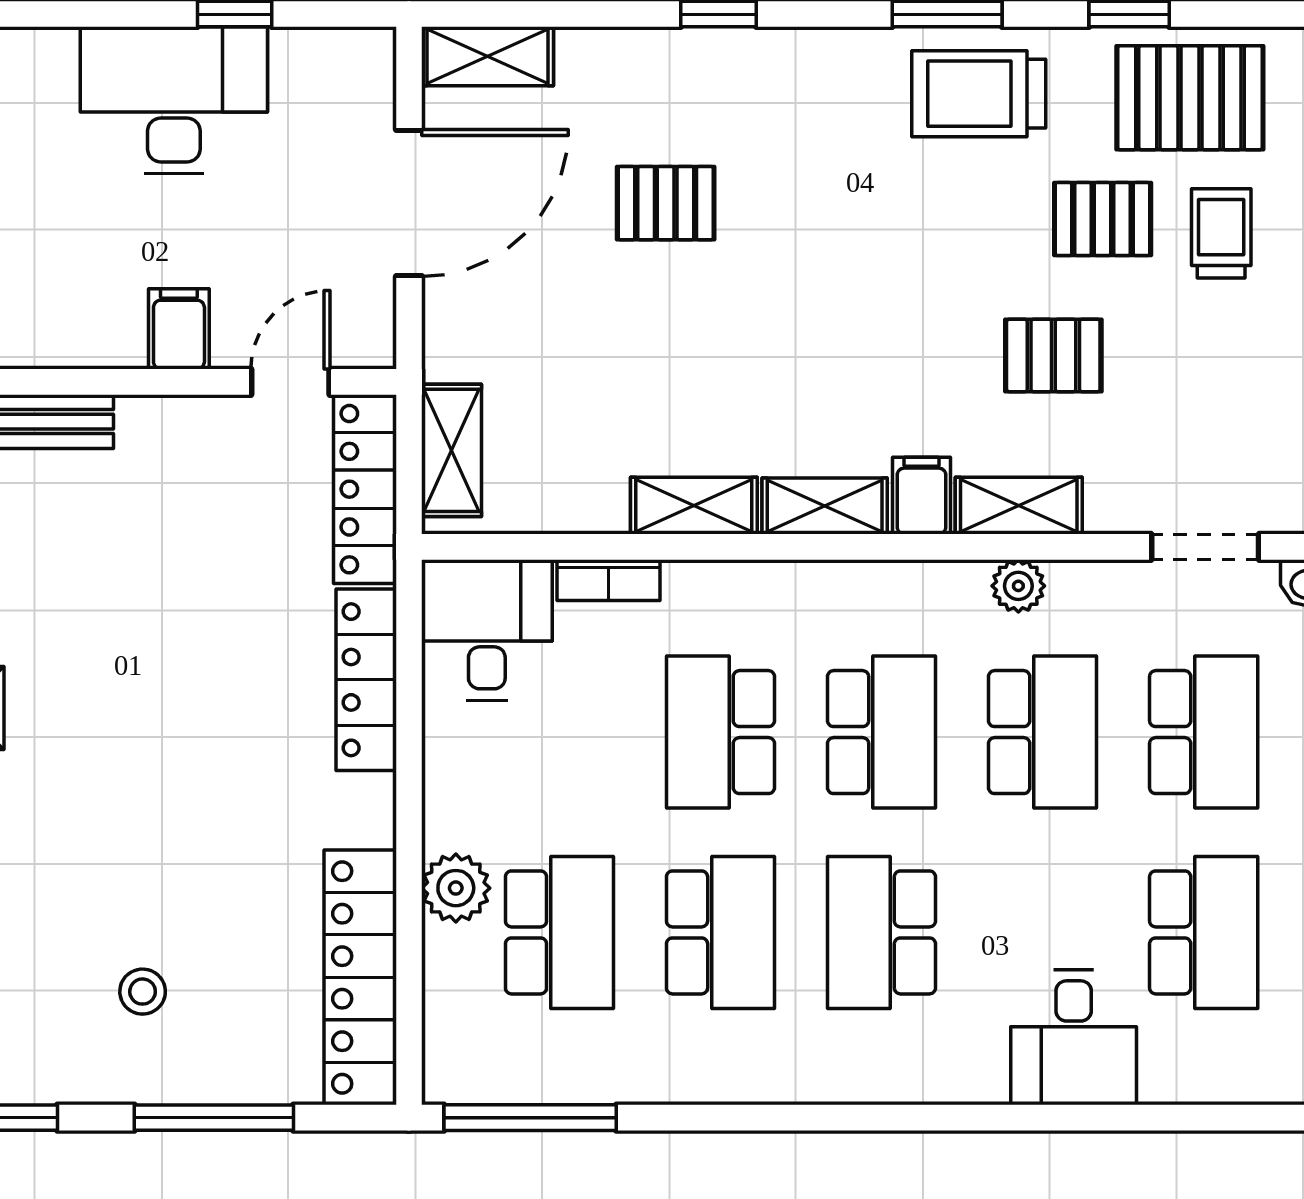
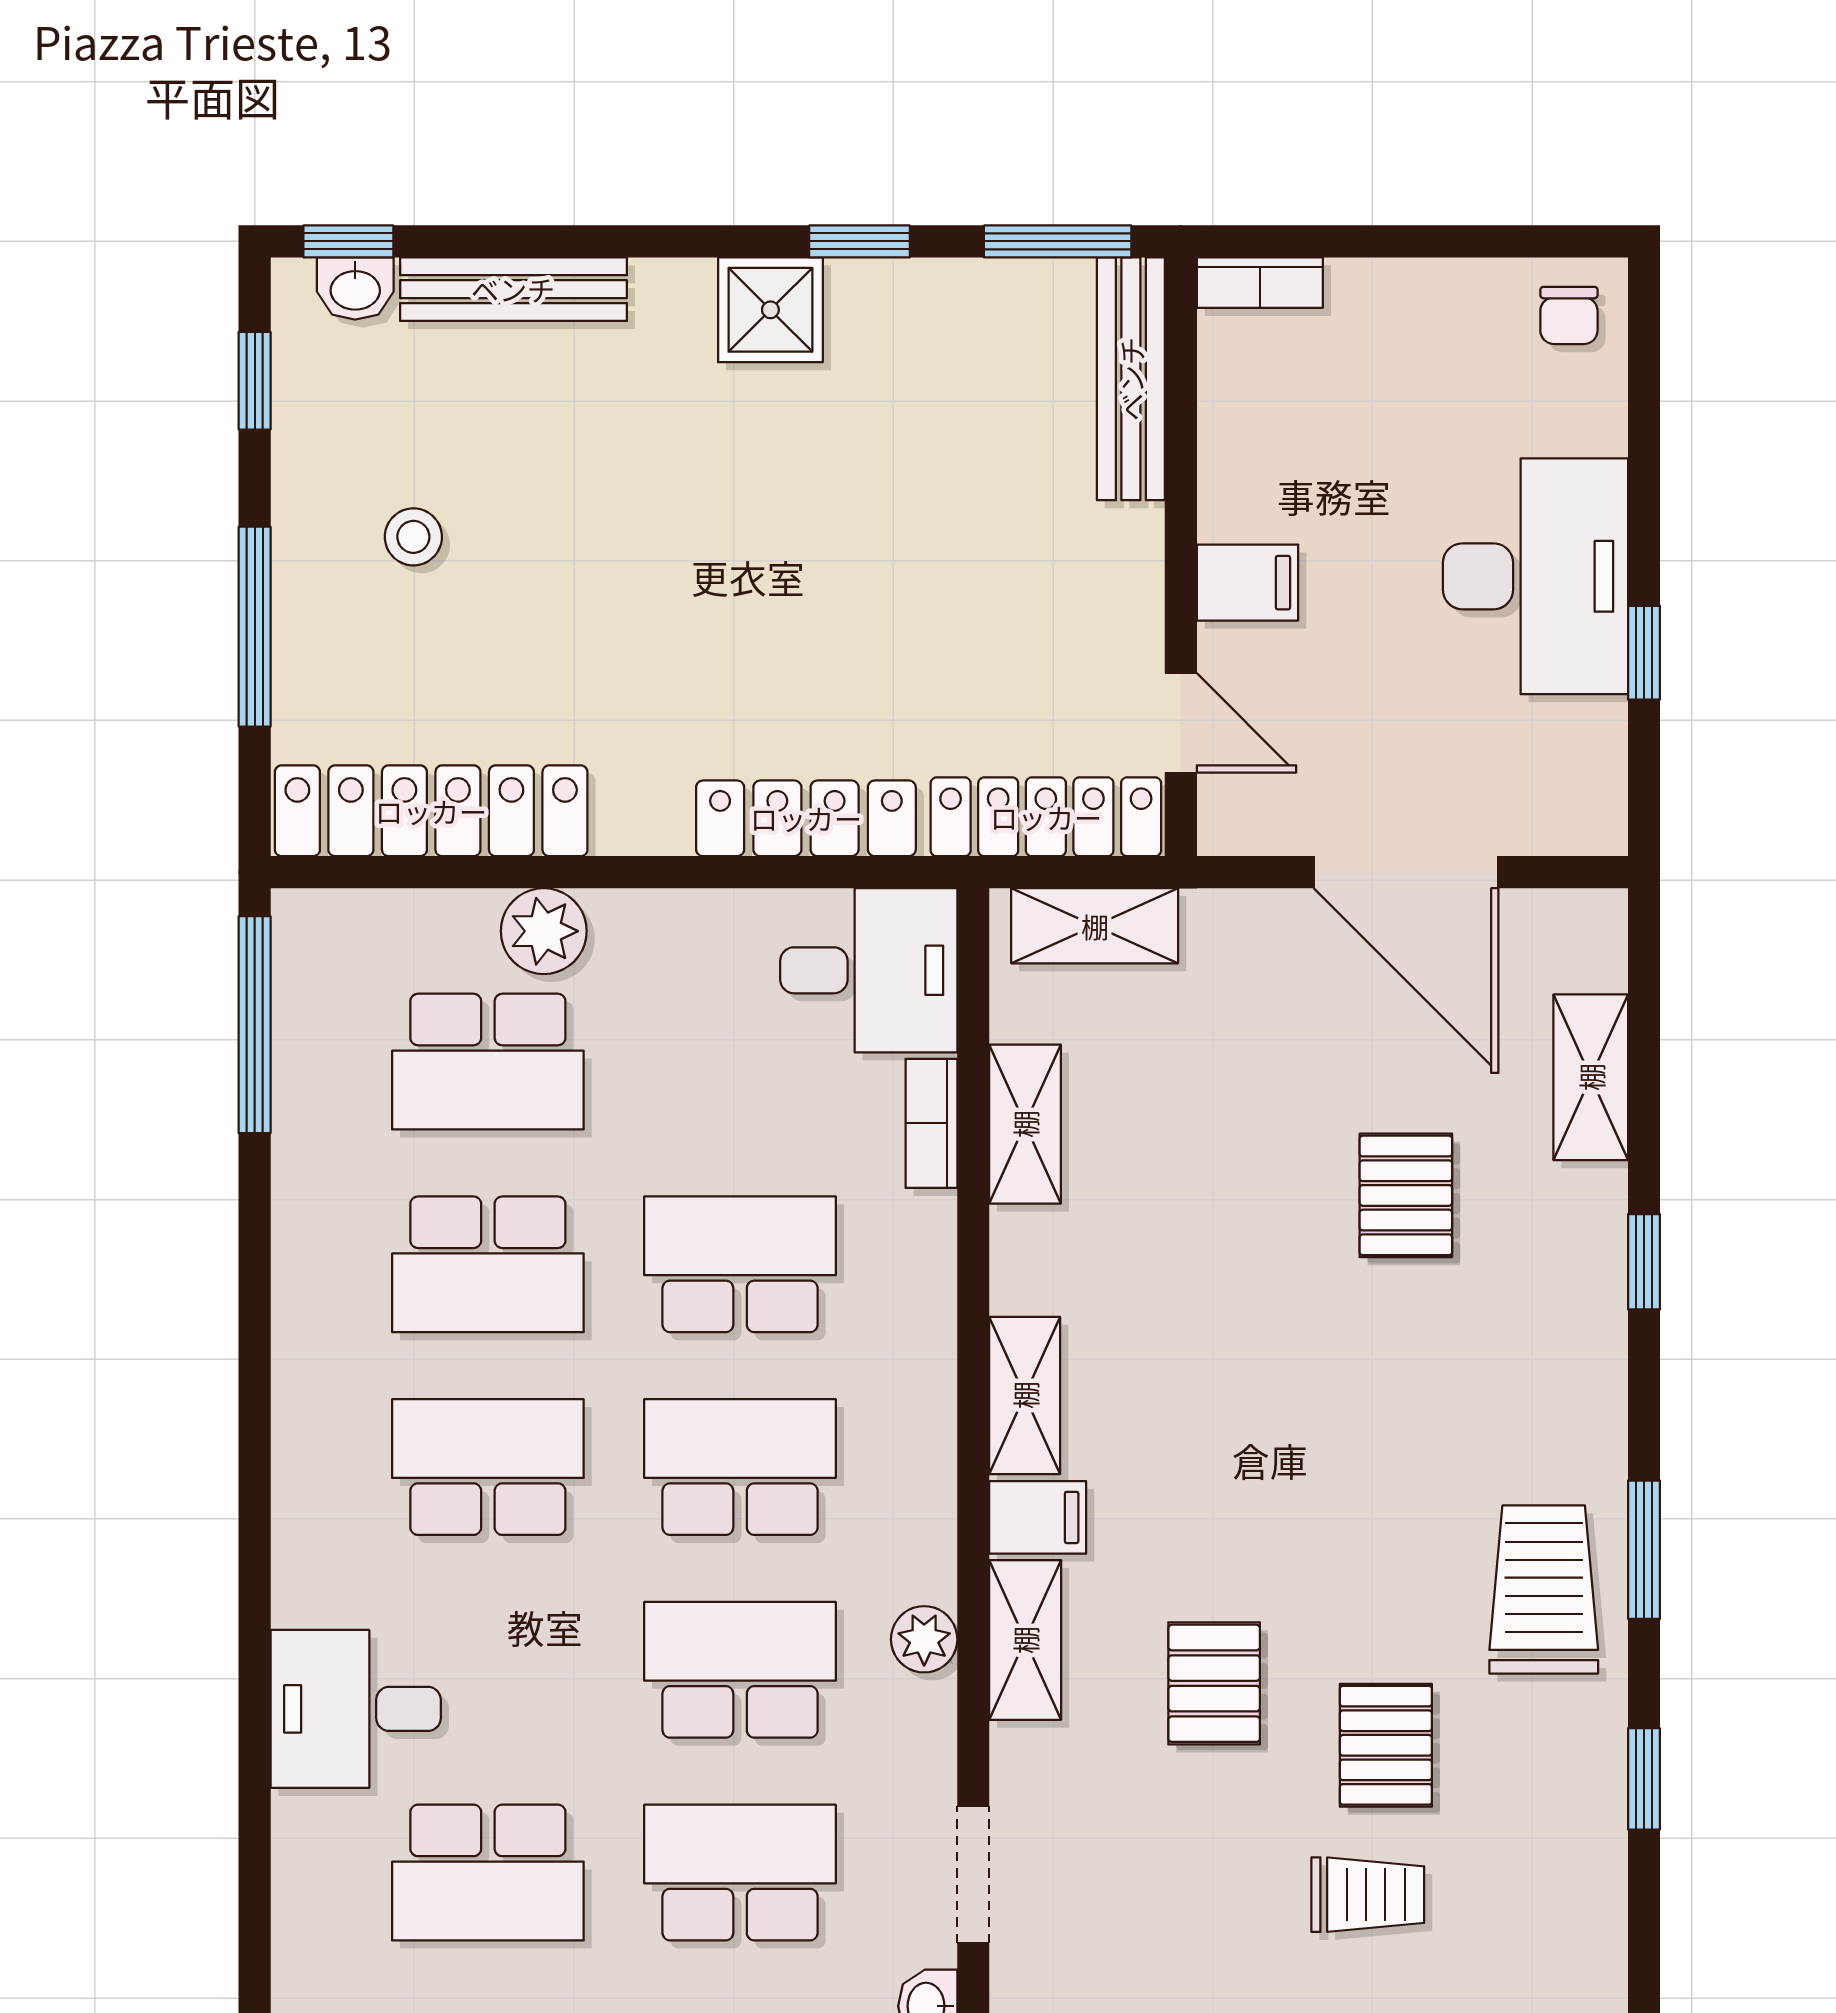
shelving: (487, 56) -> (1591, 1077), moved
pallet: (1190, 98) -> (1539, 1855), removed
shelving: (694, 506) -> (1025, 1124), moved
school desk: (882, 732) -> (740, 1467), turned 180
school desk: (1043, 732) -> (740, 1670), turned 180
school desk: (1204, 732) -> (740, 1873), turned 180

